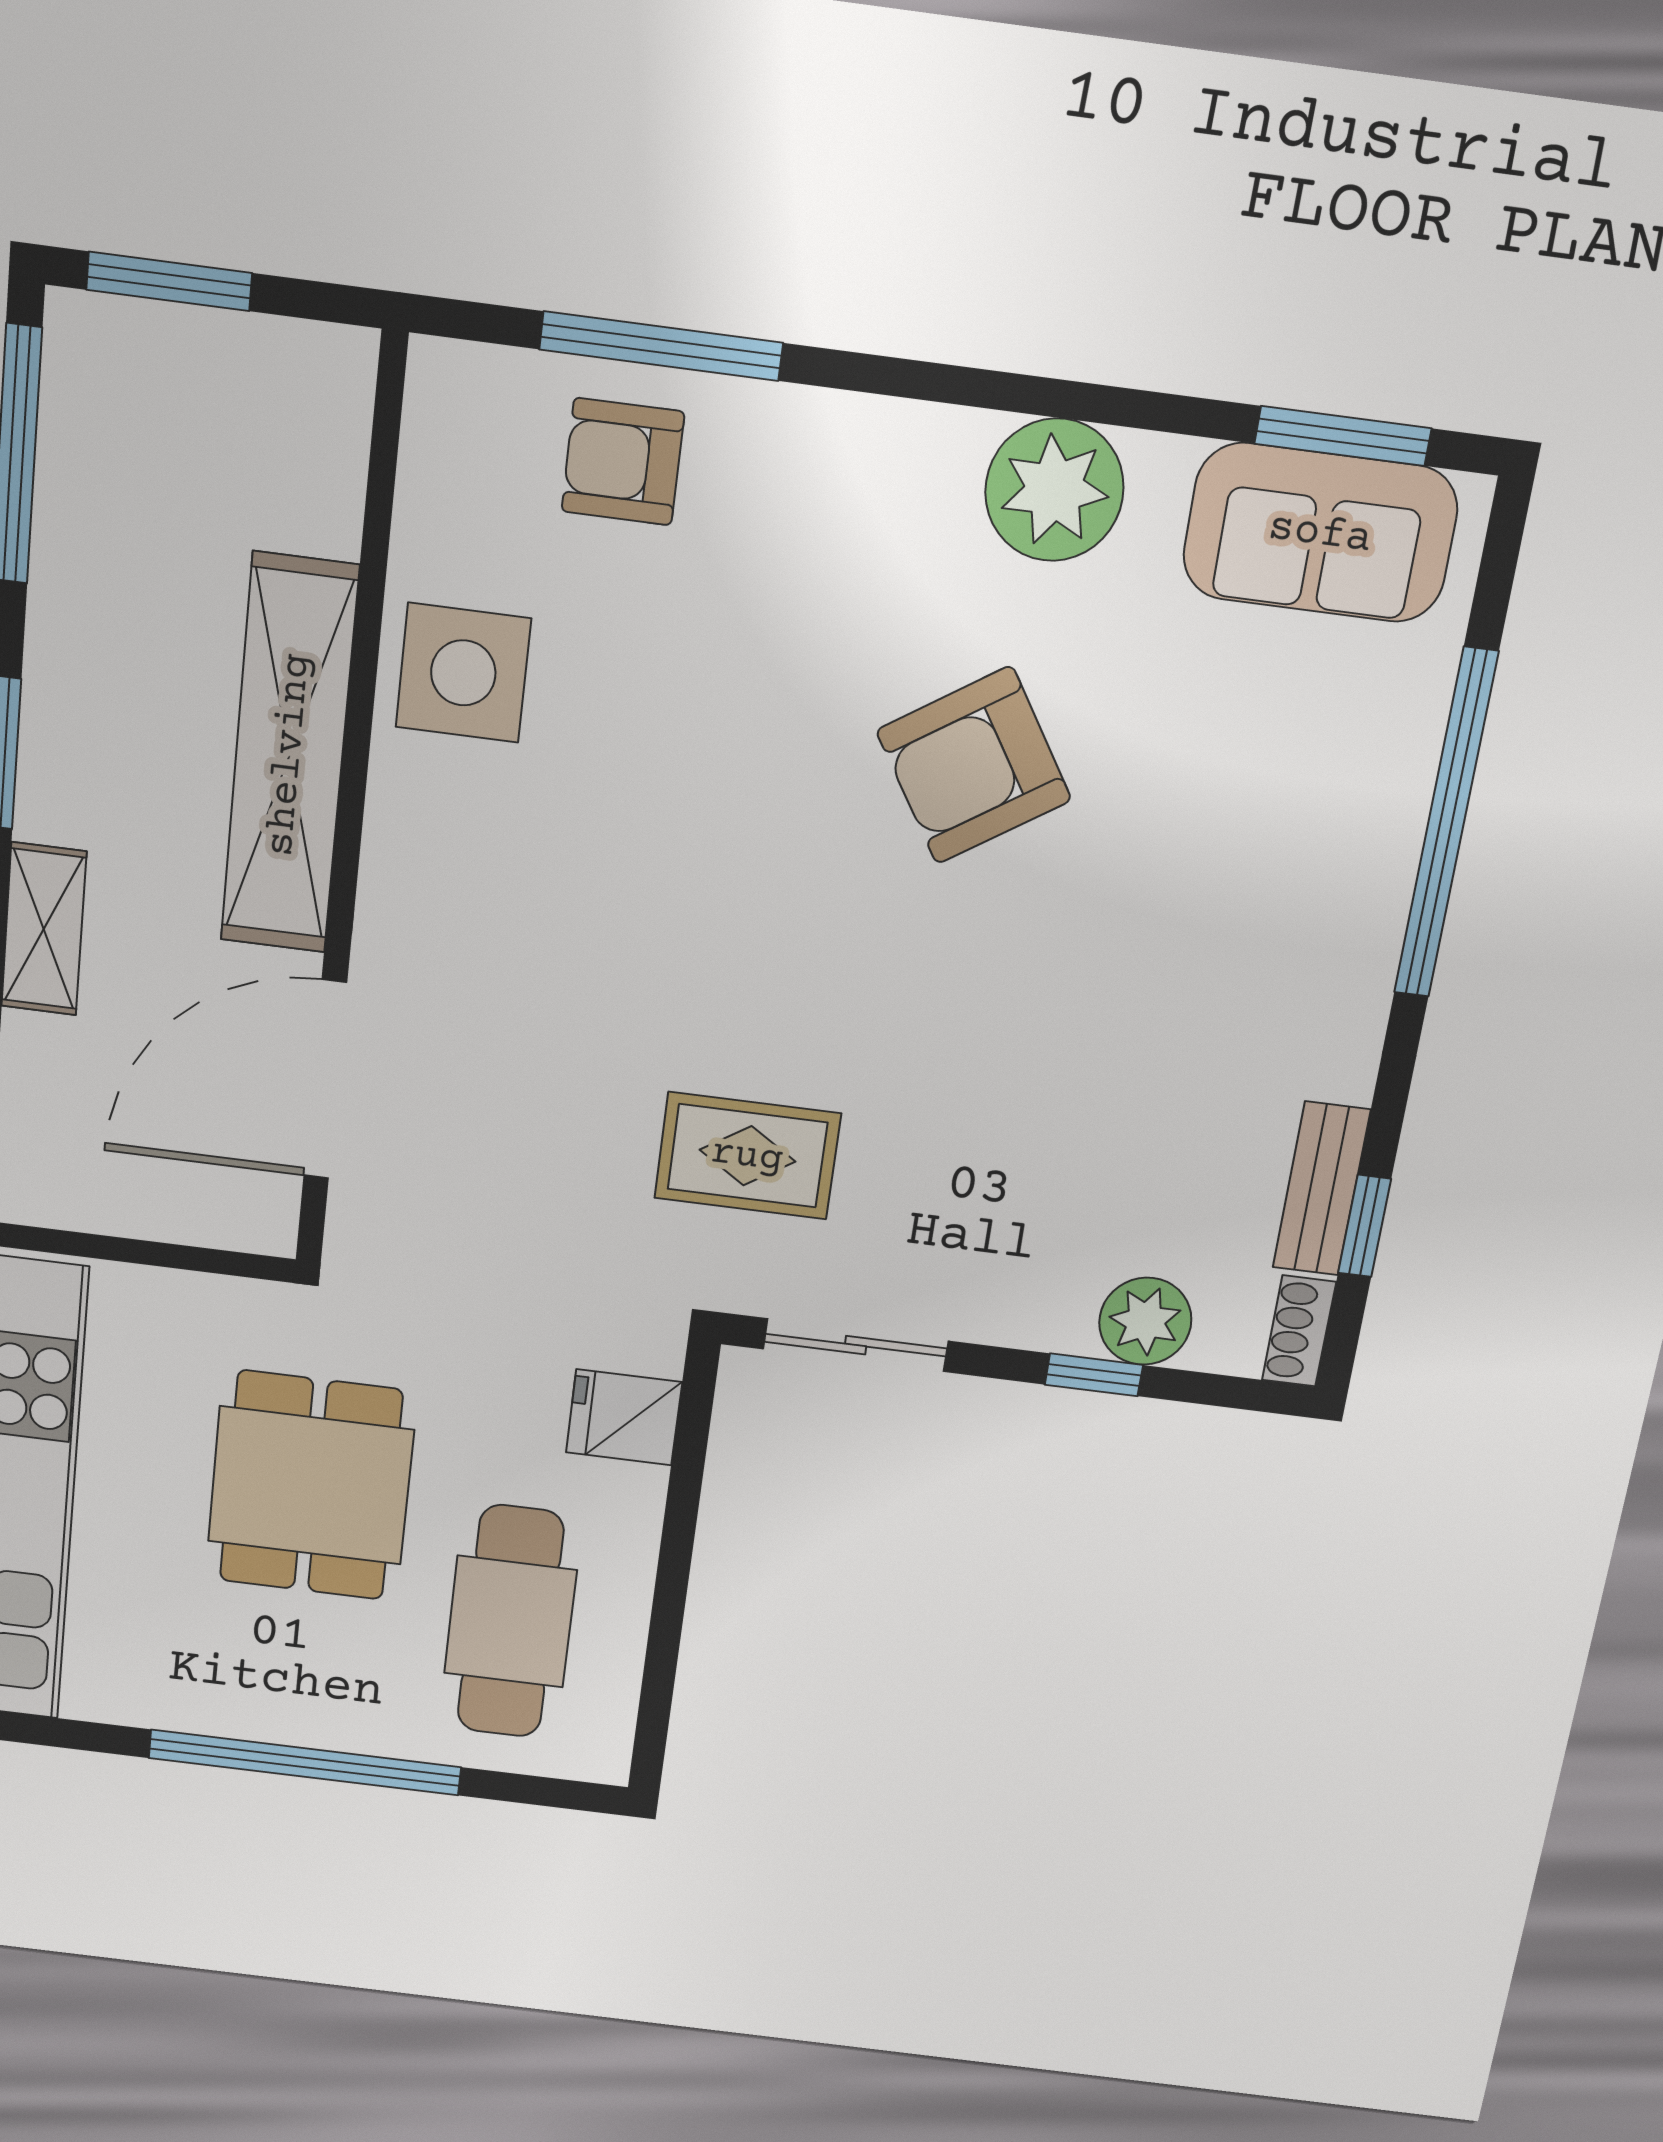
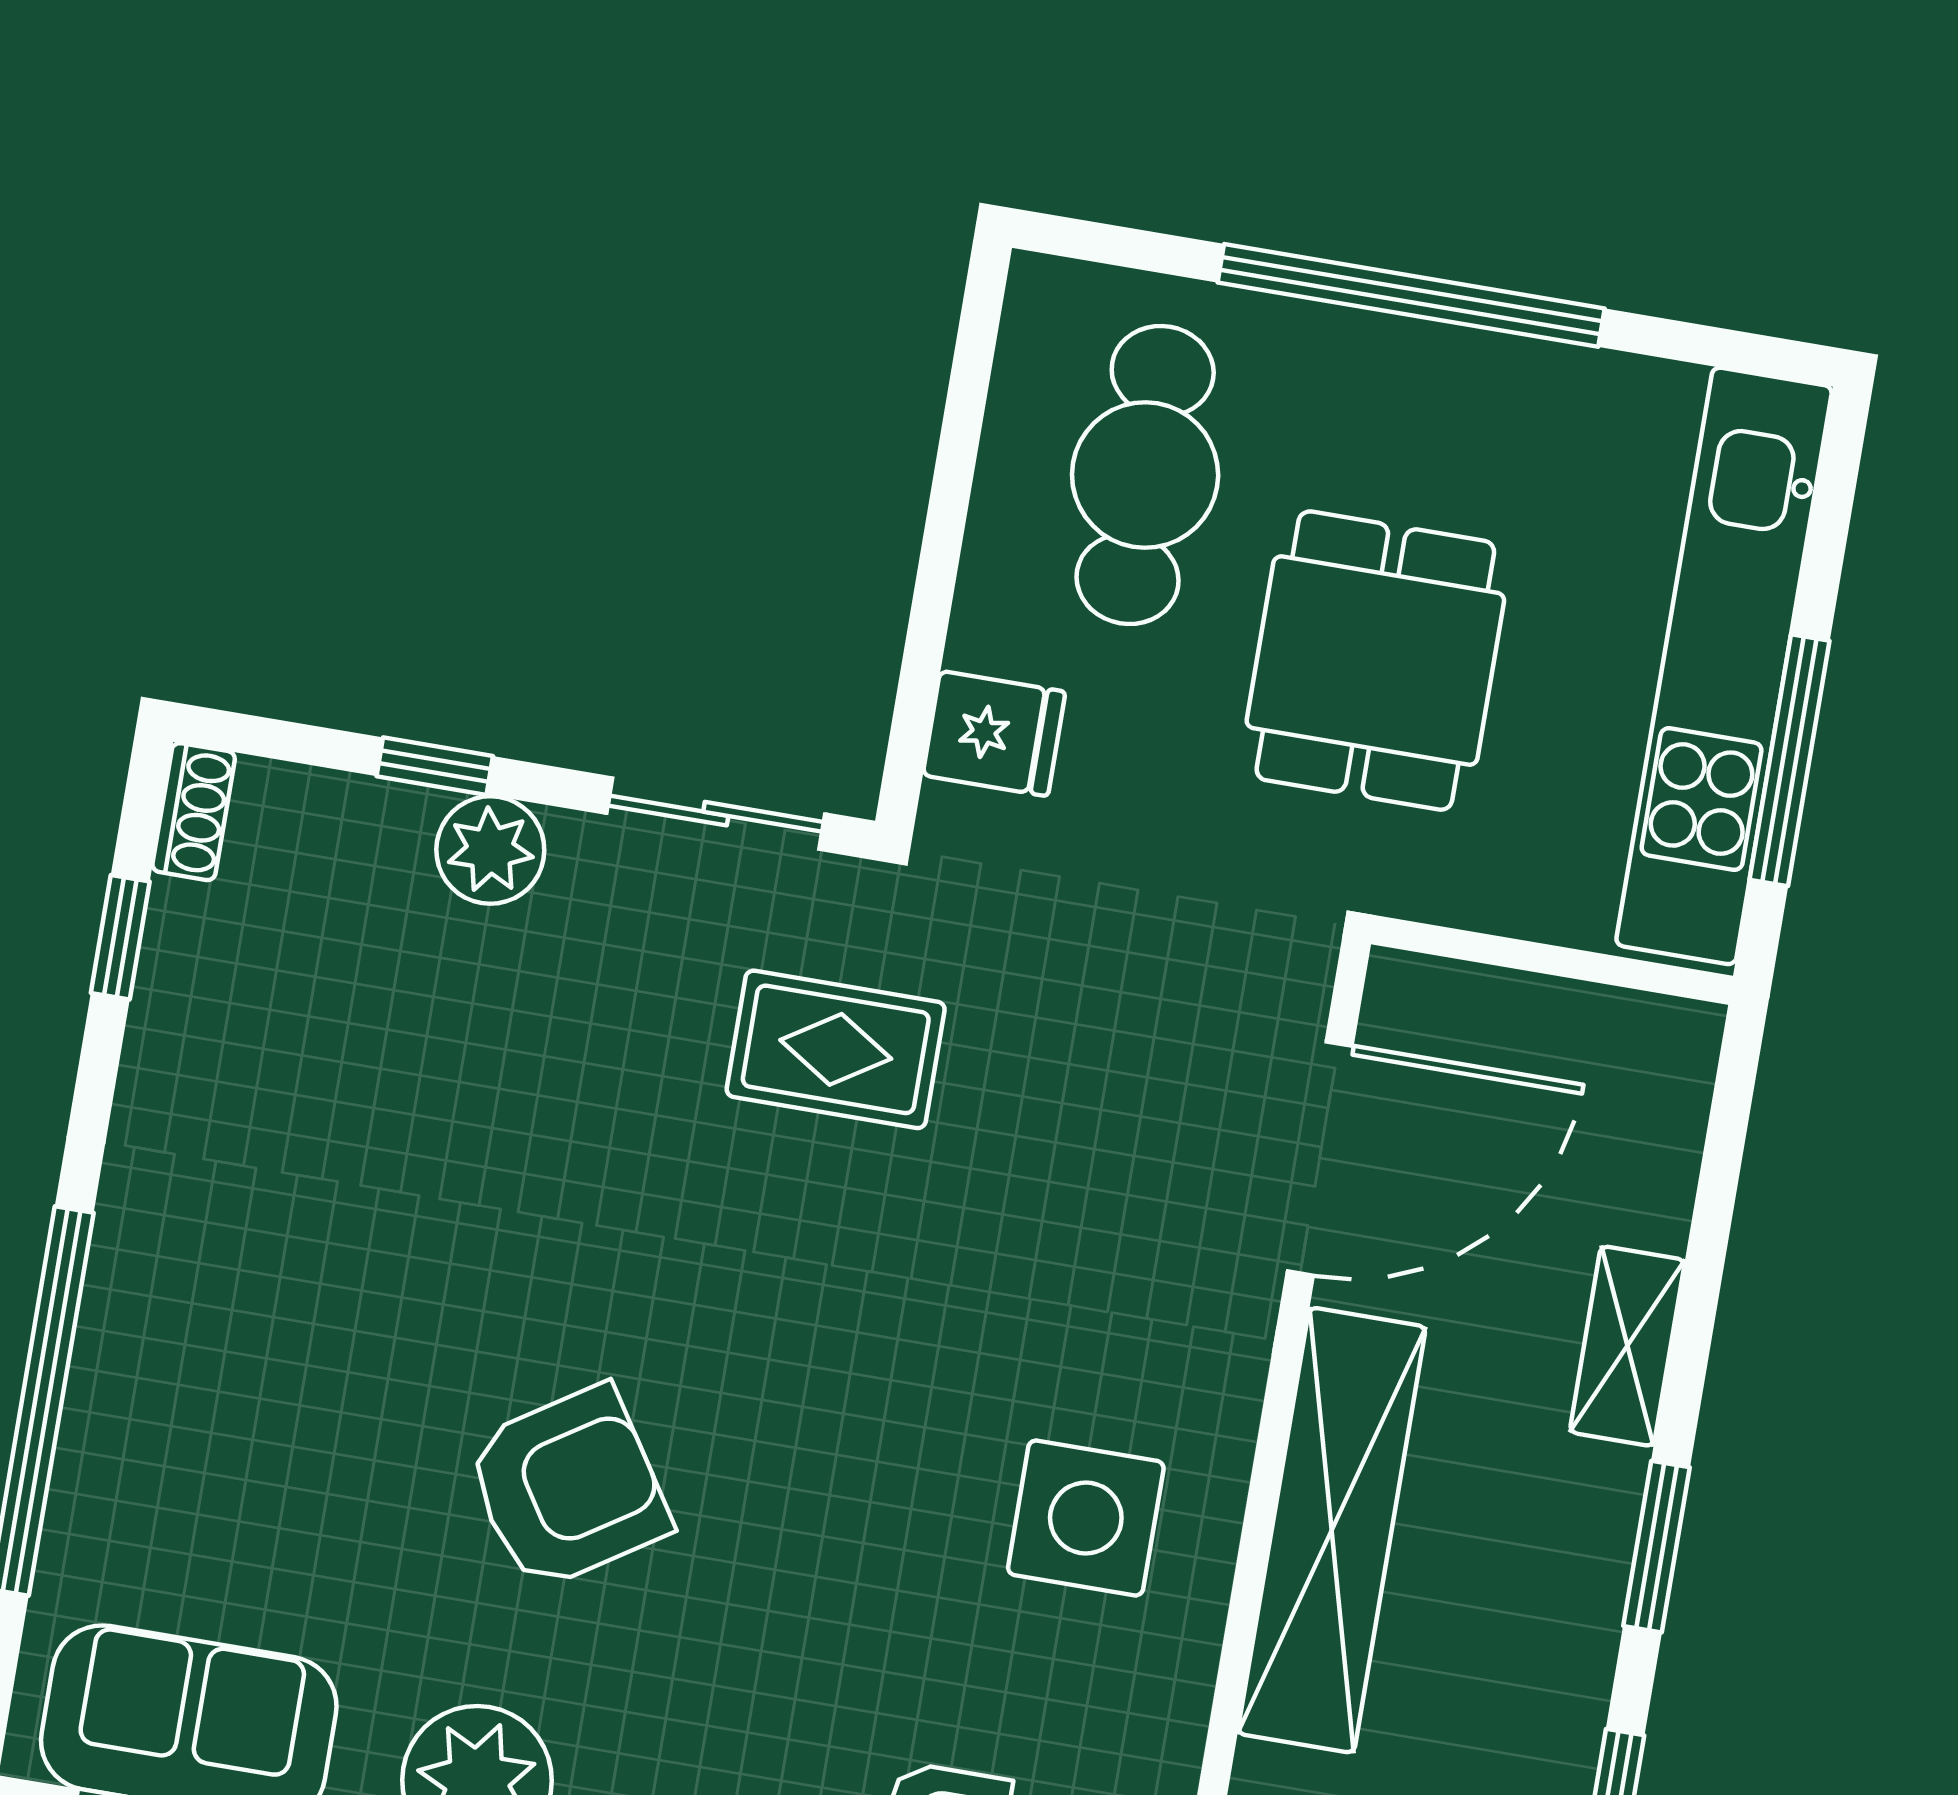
side table: (463, 673) -> (1086, 1518), moved
bench: (1321, 1189) -> (171, 984), removed
plant: (1145, 1321) -> (490, 850), moved

